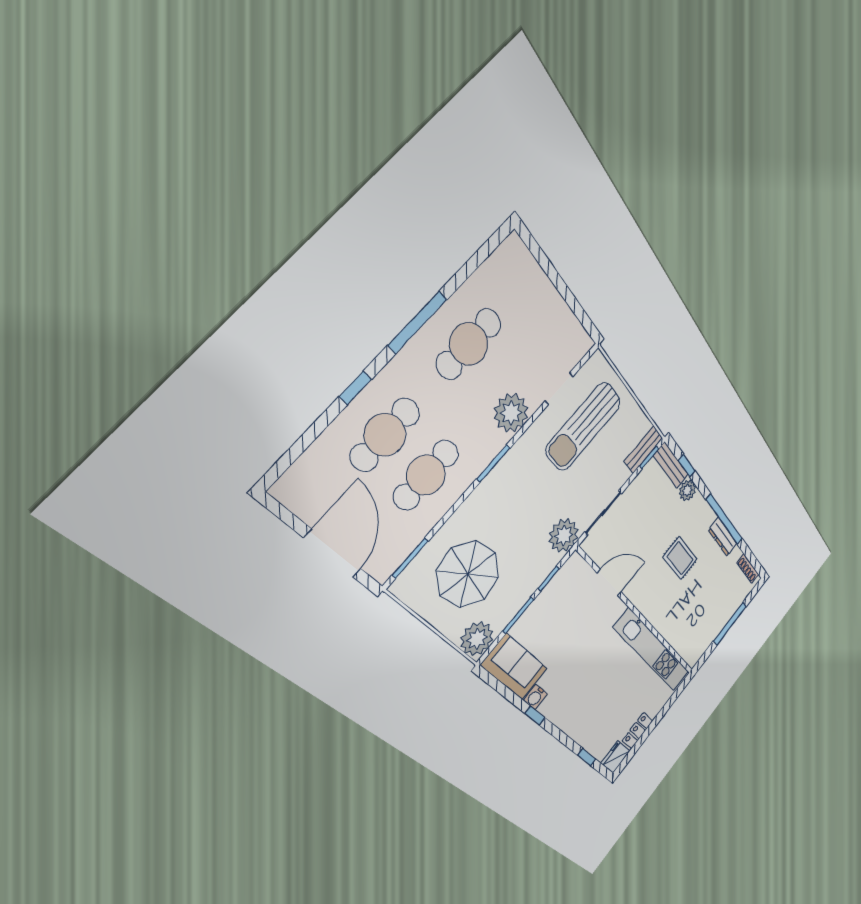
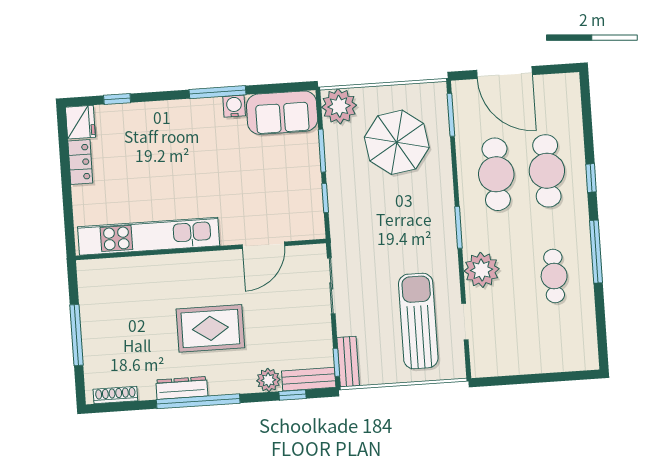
cafe table: (469, 344) -> (554, 276), width x0.73, depth x0.74
plant: (564, 535) -> (348, 238), removed
rug: (680, 558) -> (210, 328), width x1.36, depth x1.43
window: (535, 716) -> (217, 92), width x2.17

